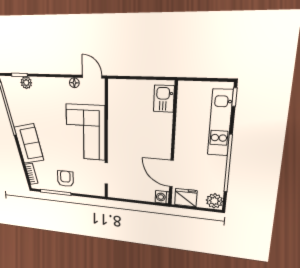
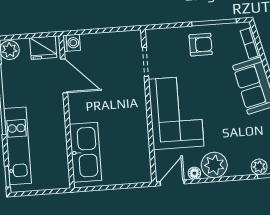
door: (92, 77) -> (172, 183), swing flipped
plant: (59, 88) -> (214, 165), added
kitchen sink: (164, 99) -> (86, 152), width x1.87, depth x1.24
armchair: (65, 179) -> (201, 45), turned -90

